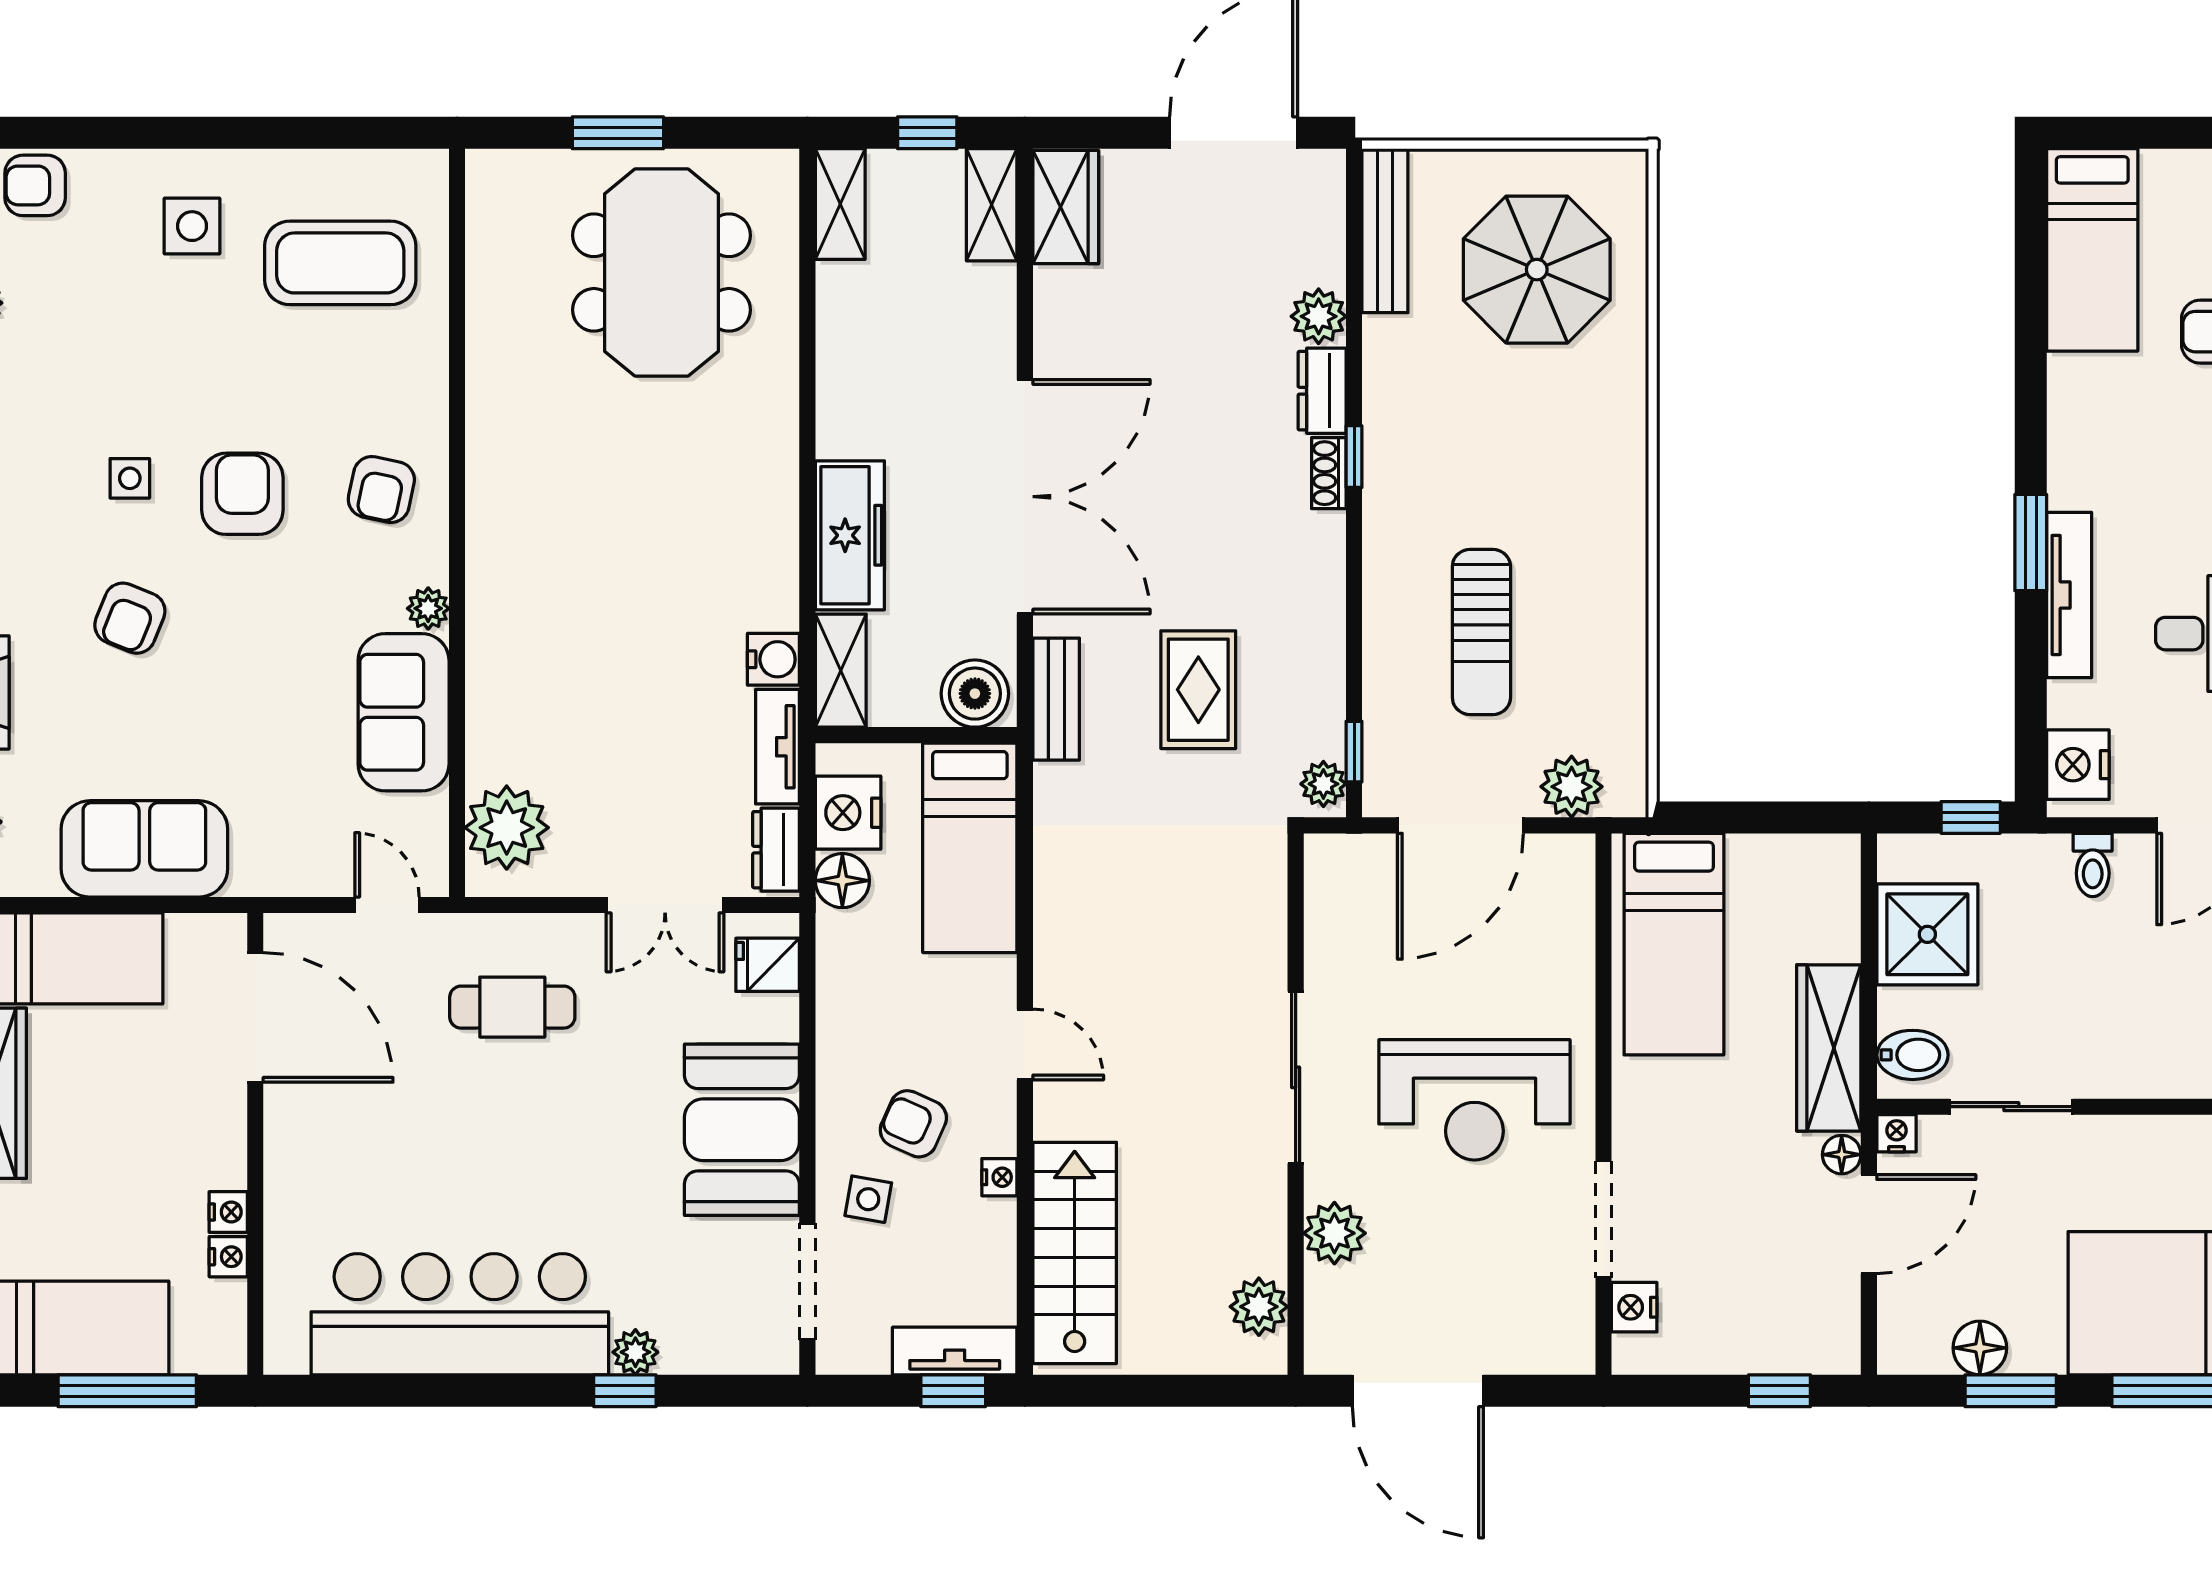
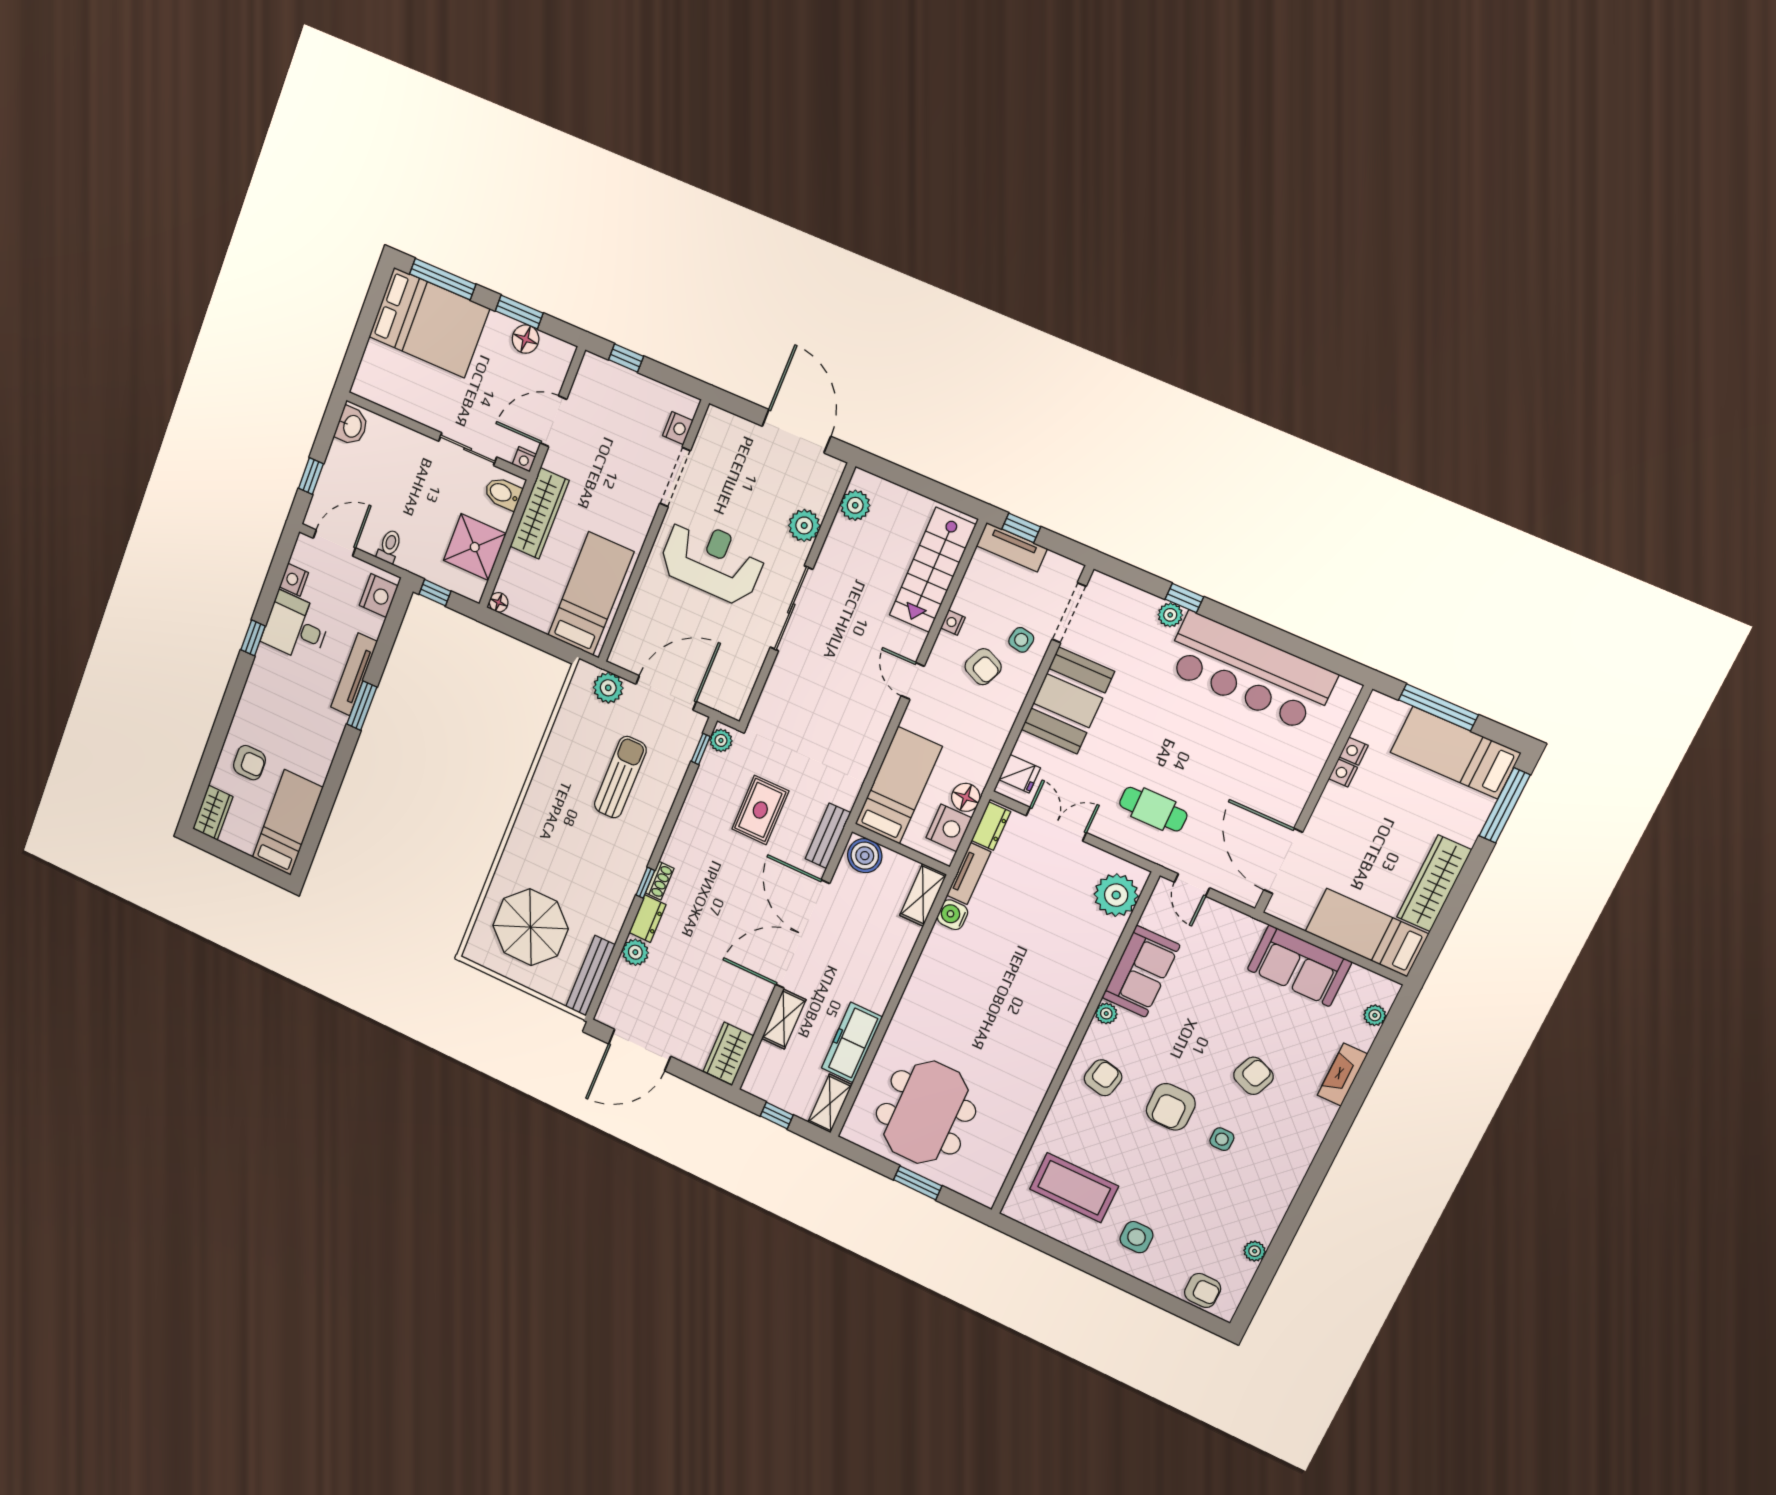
shelving: (992, 205) -> (784, 1019), moved
freezer: (850, 535) -> (852, 1042), moved
floor lamp: (1842, 1155) -> (499, 602), moved

